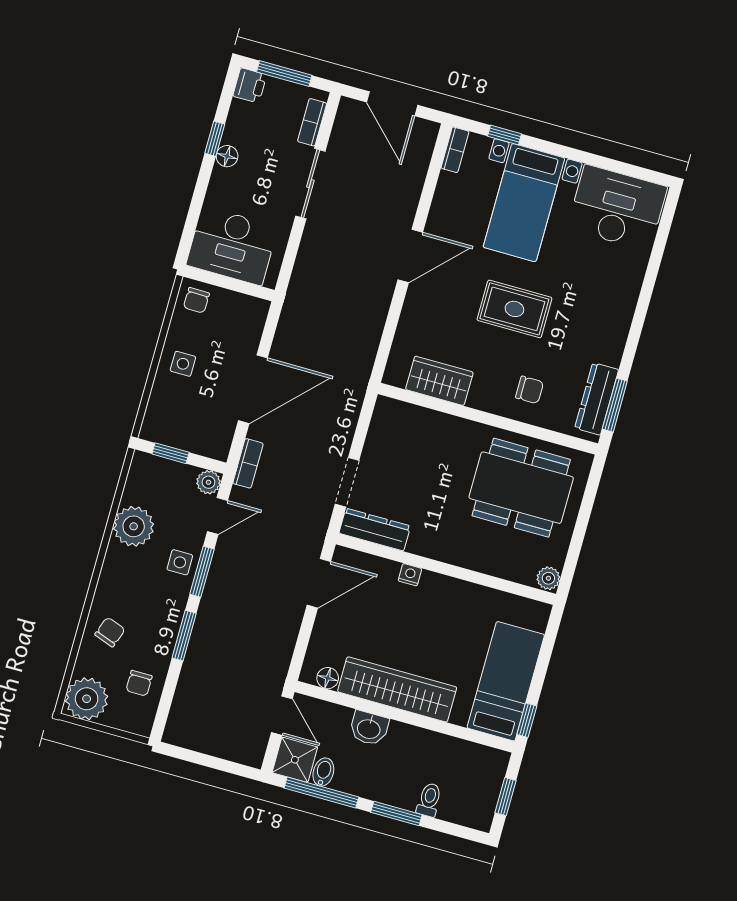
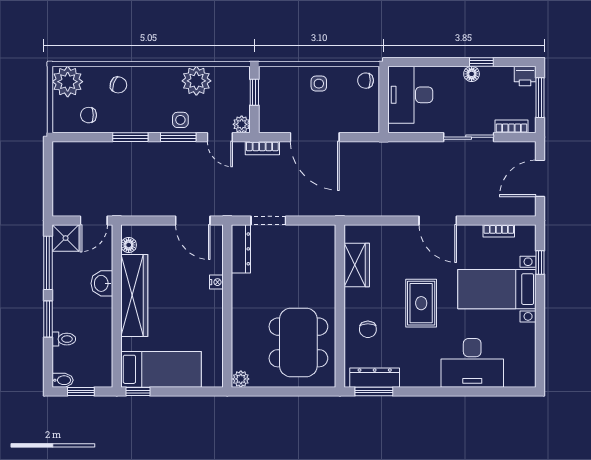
bookcase: (455, 150) -> (499, 231), moved
desk: (617, 208) -> (472, 363), moved, turned 90
bidet: (323, 772) -> (63, 380), moved

